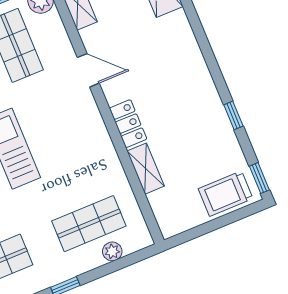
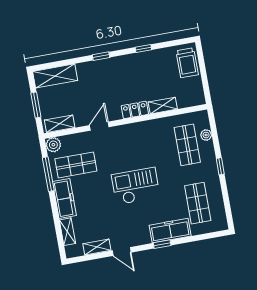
window: (259, 178) -> (101, 56), moved

